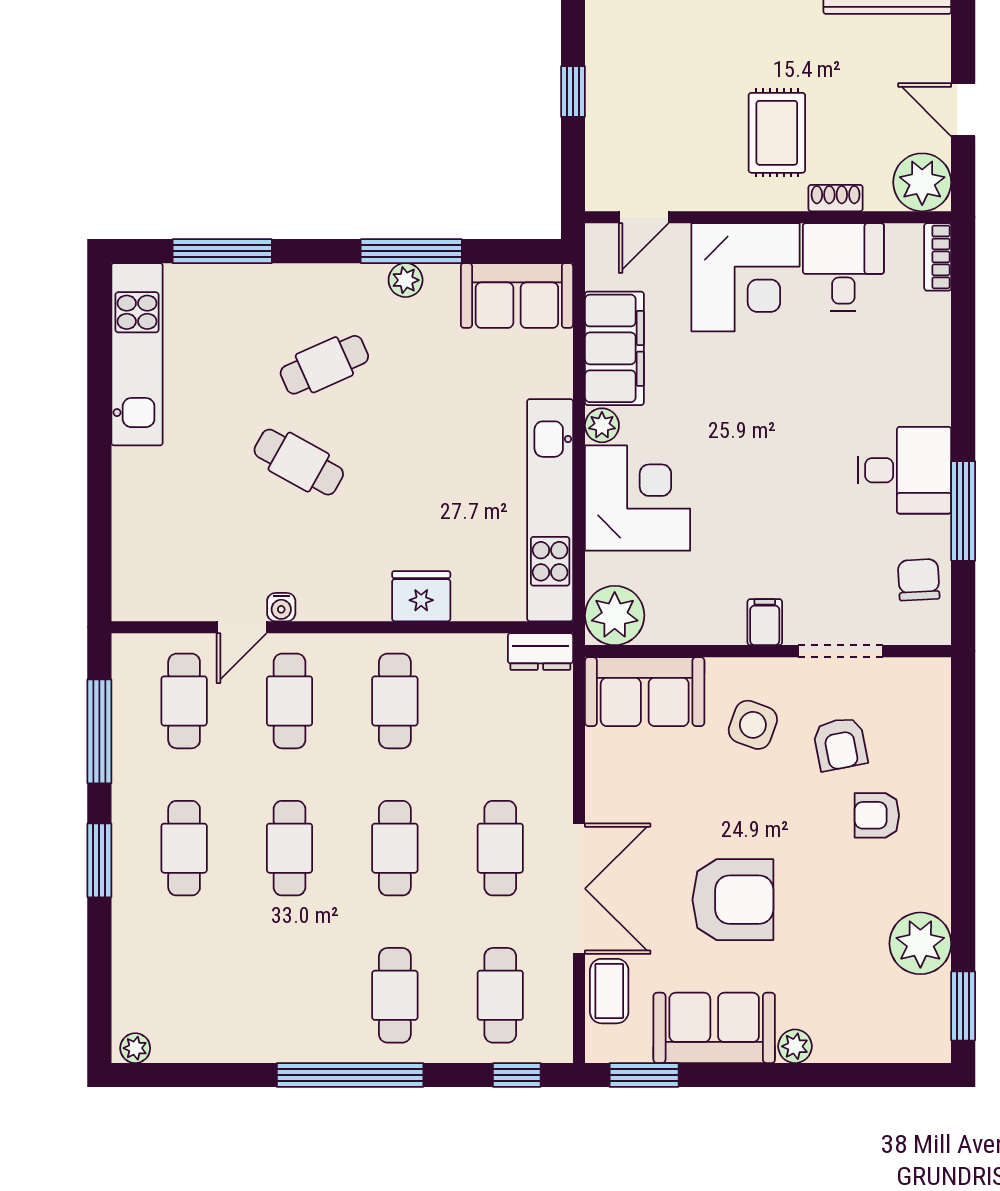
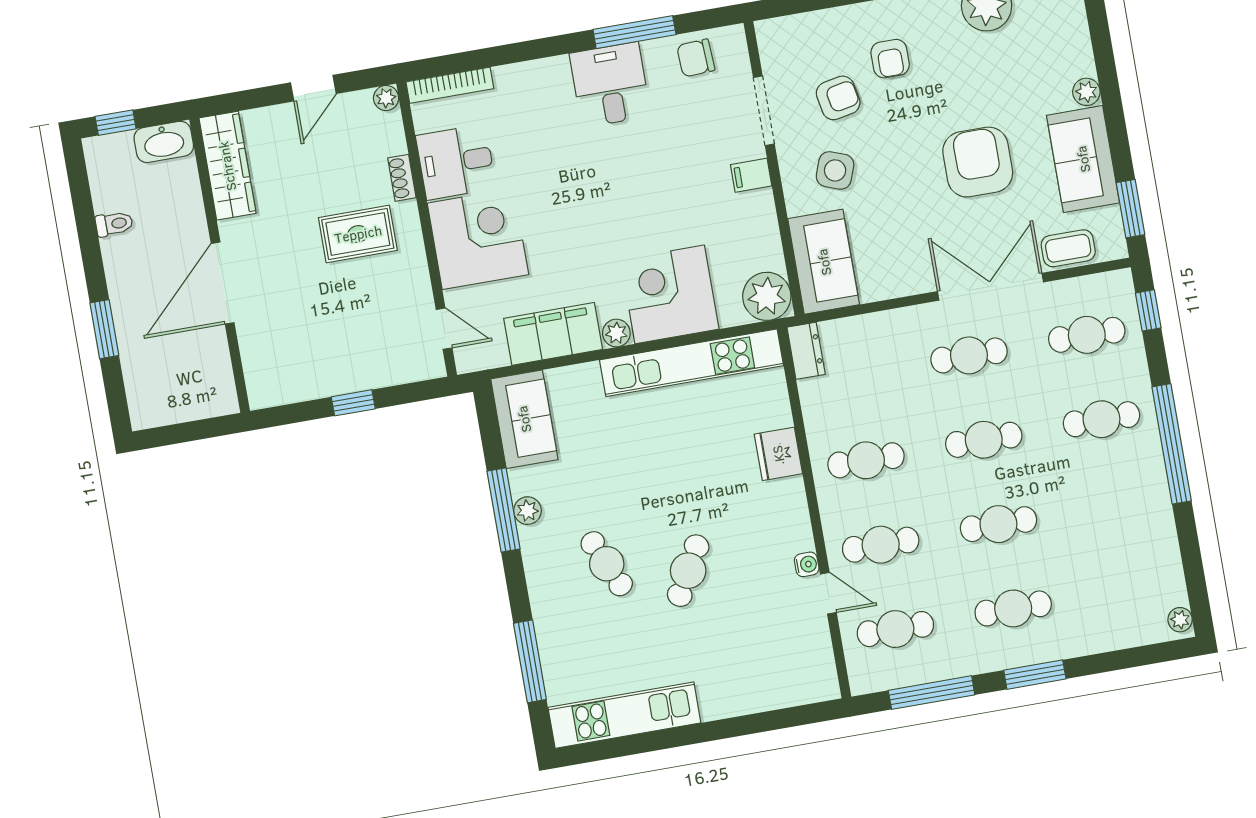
plant: (922, 182) -> (386, 98), width x0.53, depth x0.53
bookcase: (938, 257) -> (450, 85), width x1.56

